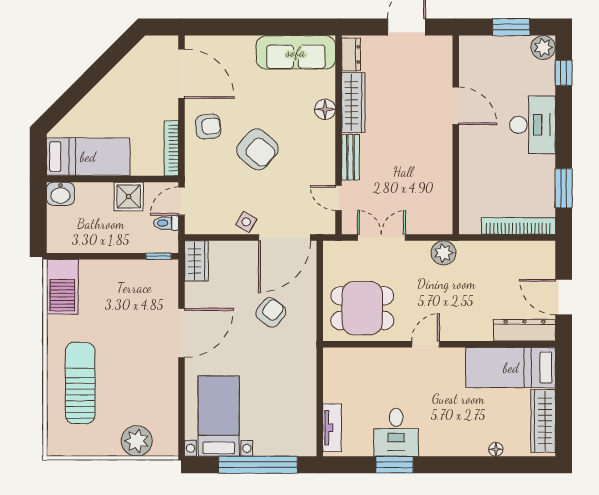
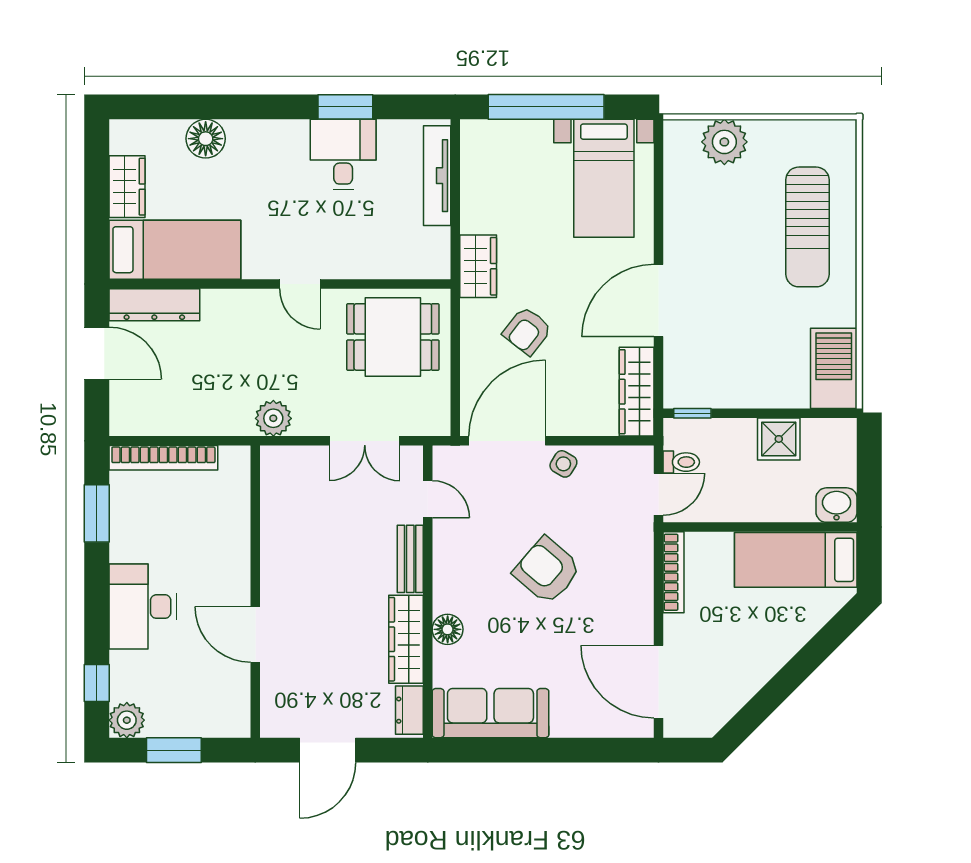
armchair: (208, 126) -> (619, 604), removed
shower: (129, 196) -> (779, 439), moved
wardrobe: (196, 261) -> (637, 392), width x1.50
door: (425, 344) -> (300, 284), hinge flipped
wardrobe: (304, 356) -> (478, 266), added
wardrobe: (543, 421) -> (127, 187), width x0.67
tv unit: (332, 428) -> (437, 176), width x1.41
floor lamp: (496, 449) -> (206, 139), width x1.89, depth x1.89

